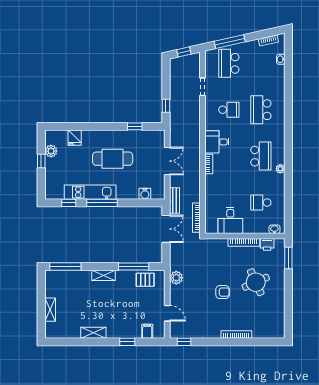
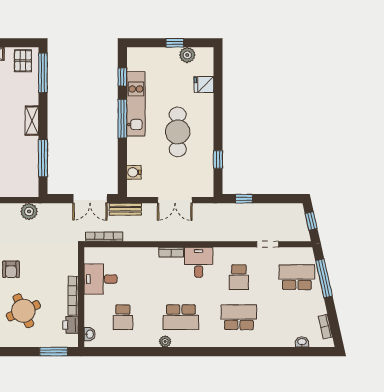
school desk: (261, 203) -> (123, 317), turned 180
pallet: (145, 280) -> (23, 61), moved

